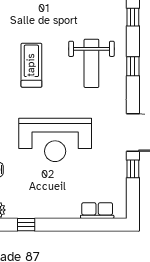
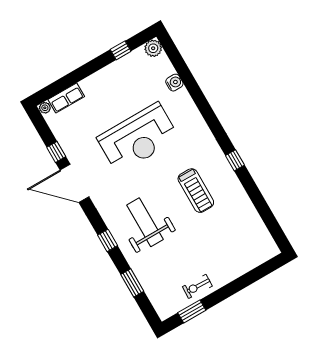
window: (133, 17) -> (132, 283), width x1.50
reception desk: (55, 140) -> (138, 138), turned 180
plant: (121, 213) -> (45, 108), added

